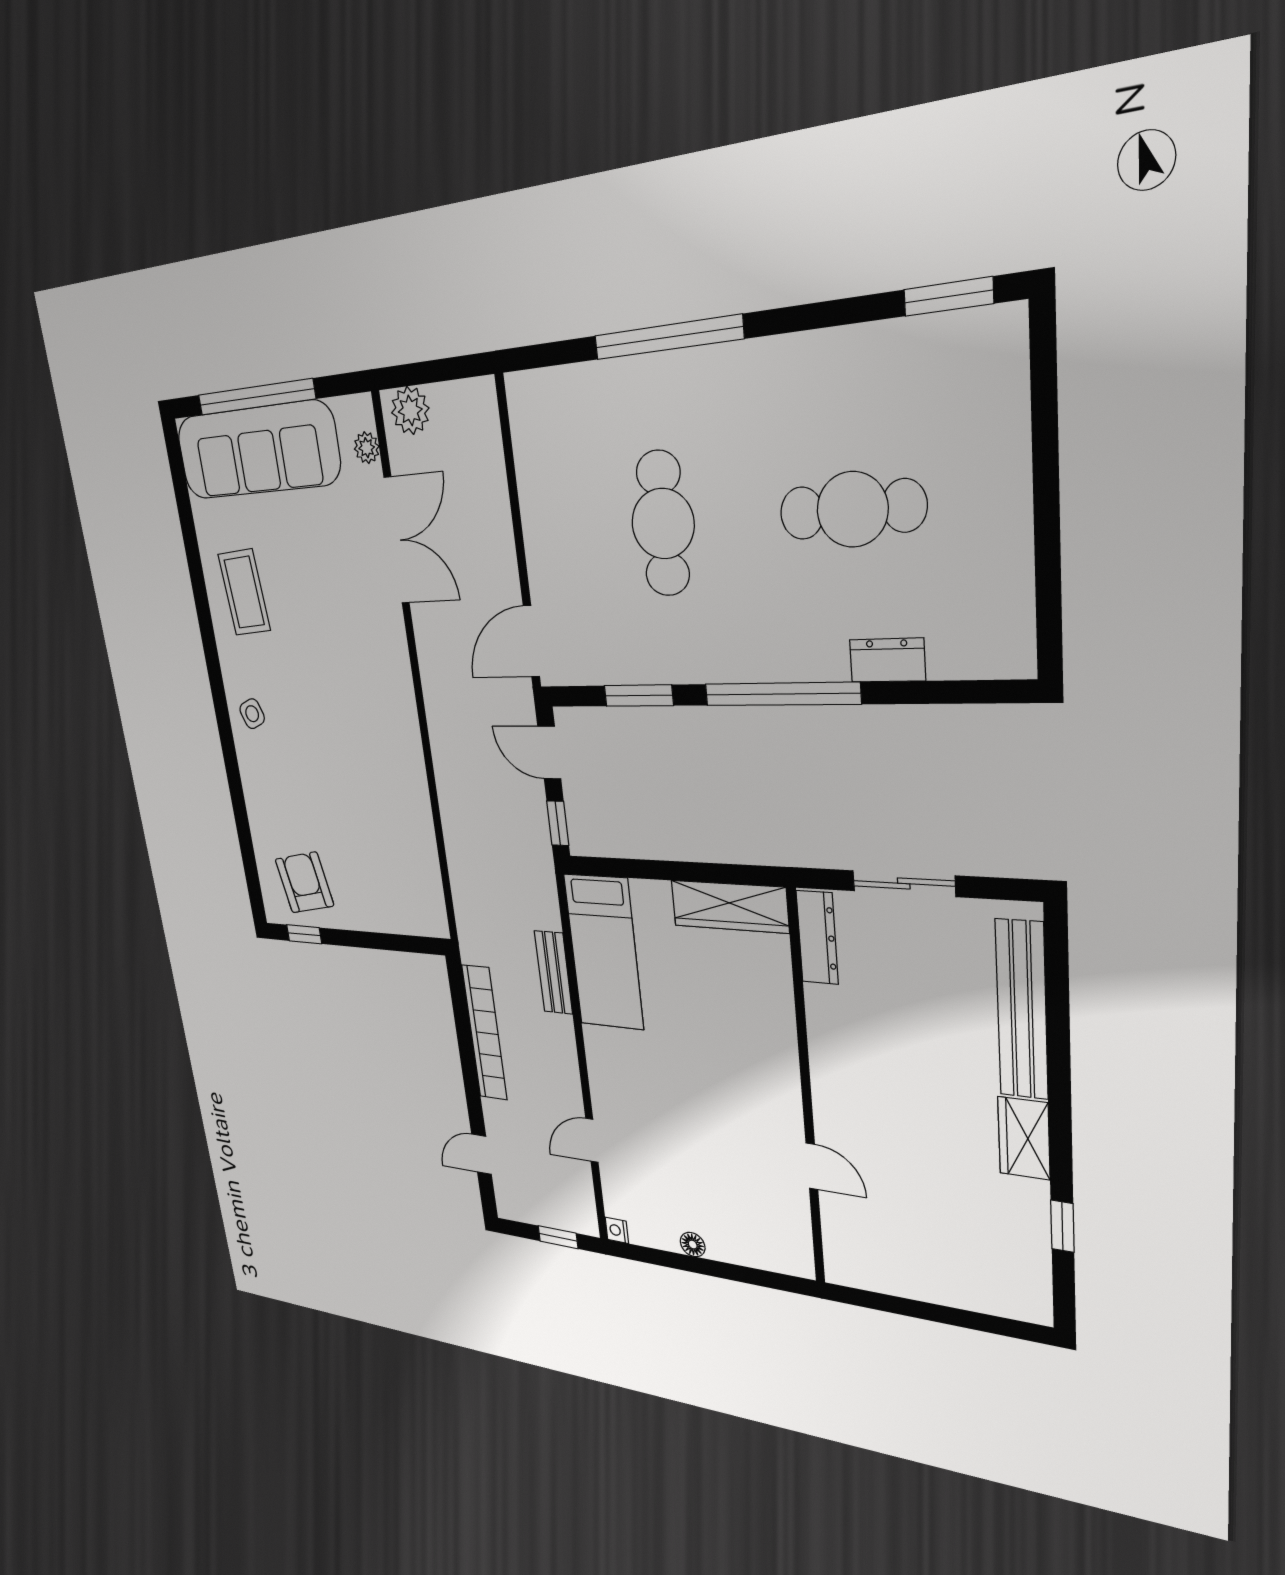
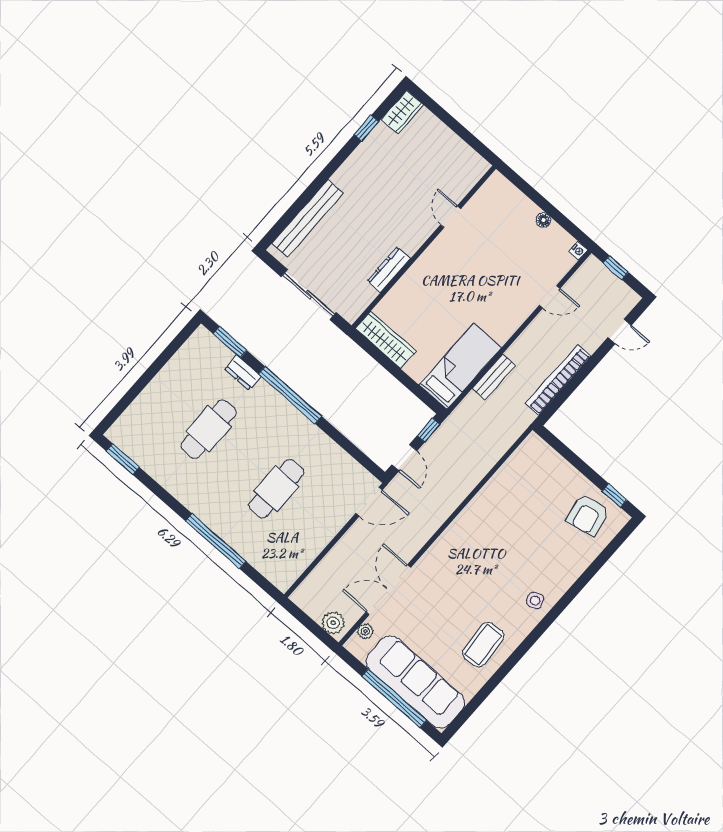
cafe table: (852, 509) -> (209, 429), turned 90
window: (639, 696) -> (230, 342), moved
sliding door: (904, 883) -> (309, 295), width x1.37
dresser: (817, 938) -> (389, 270), moved
wardrobe: (1024, 1138) -> (402, 112), moved

